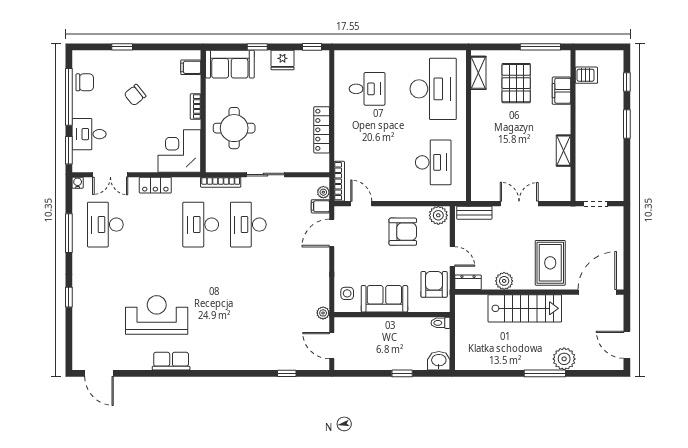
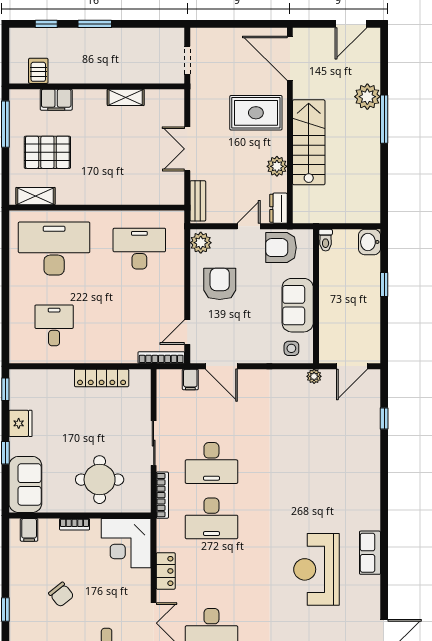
plant: (323, 192) -> (174, 376), removed

